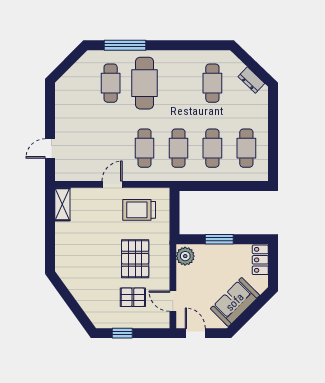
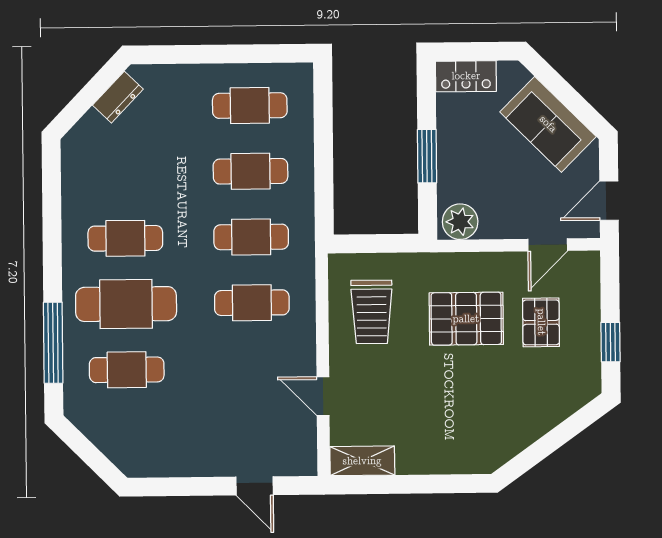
cafe table: (212, 83) -> (125, 238), moved
door: (112, 184) -> (323, 396), moved

